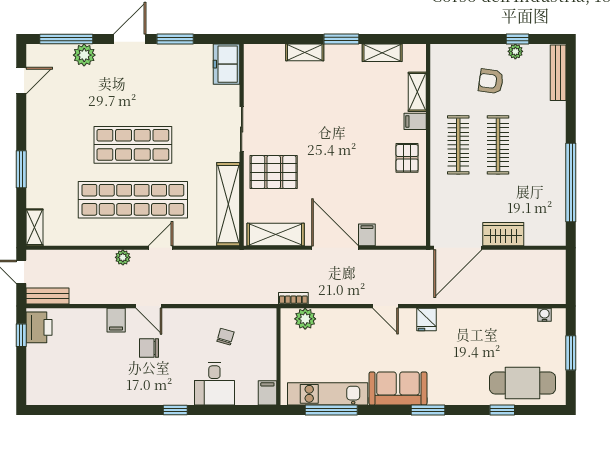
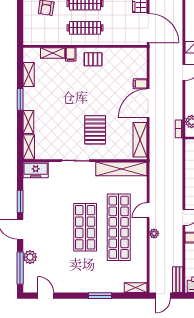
shelving: (264, 53) -> (29, 147), added
pallet: (274, 172) -> (95, 130), moved
door: (161, 248) -> (148, 210), hinge flipped

